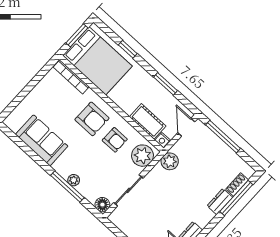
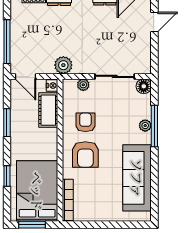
armchair: (92, 119) -> (85, 154), turned 180
door: (186, 127) -> (26, 76), hinge flipped
sofa: (42, 140) -> (137, 178), width x1.36
plant: (143, 156) -> (83, 85), width x0.53, depth x0.53

